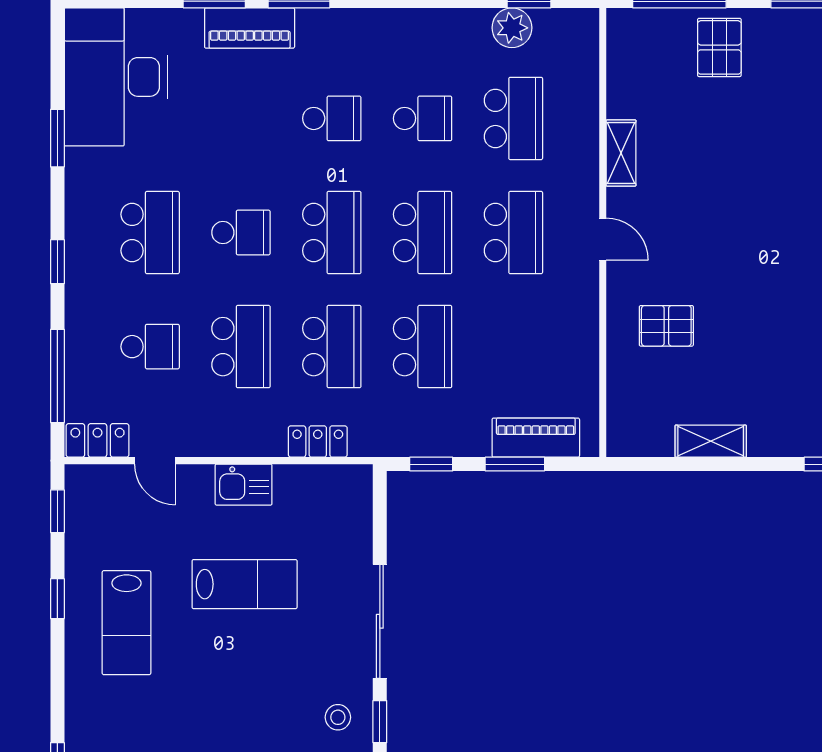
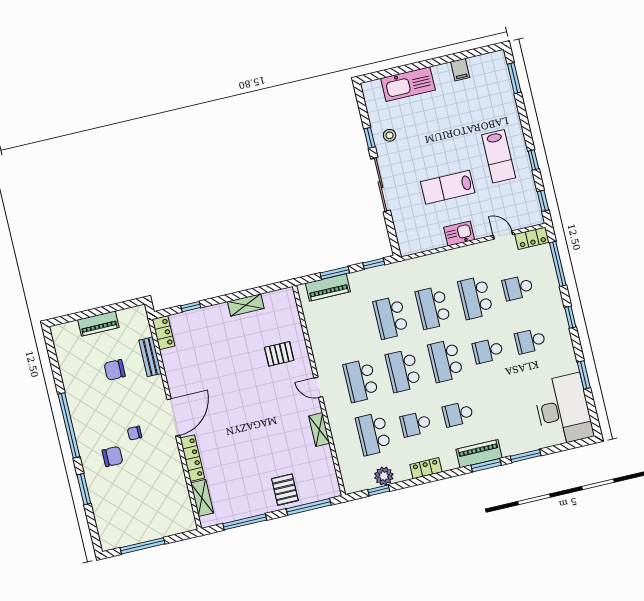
piano: (250, 28) -> (479, 454), moved
school desk: (150, 233) -> (530, 341), width x0.54
locker: (318, 441) -> (426, 468), moved, turned 180
lab bench: (126, 623) -> (499, 156), turned 180

